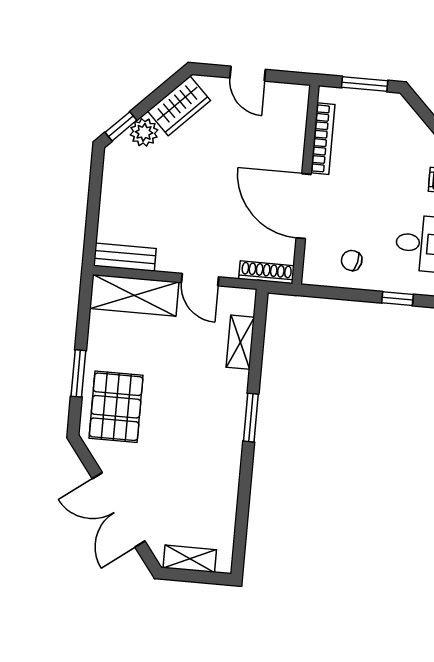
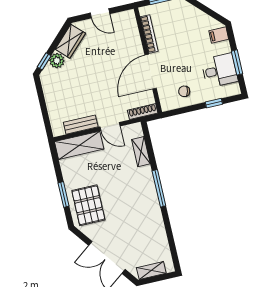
door: (304, 206) -> (151, 72), hinge flipped
bench: (125, 257) -> (81, 125), moved
window: (251, 418) -> (159, 188), width x1.44

